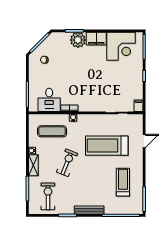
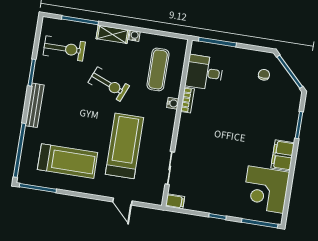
plant: (78, 40) -> (285, 128), removed
treadmill: (123, 182) -> (68, 161), width x1.37, depth x1.38

